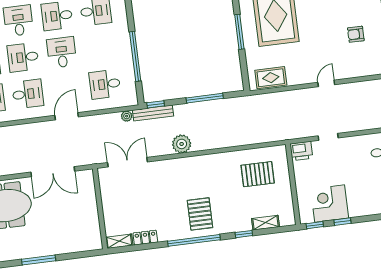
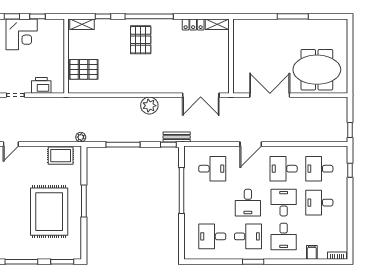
desk: (23, 57) -> (284, 203), turned -90
bench: (153, 113) -> (177, 137), width x0.73
plant: (127, 116) -> (81, 137), moved
wall: (293, 184) -> (66, 56), moved

